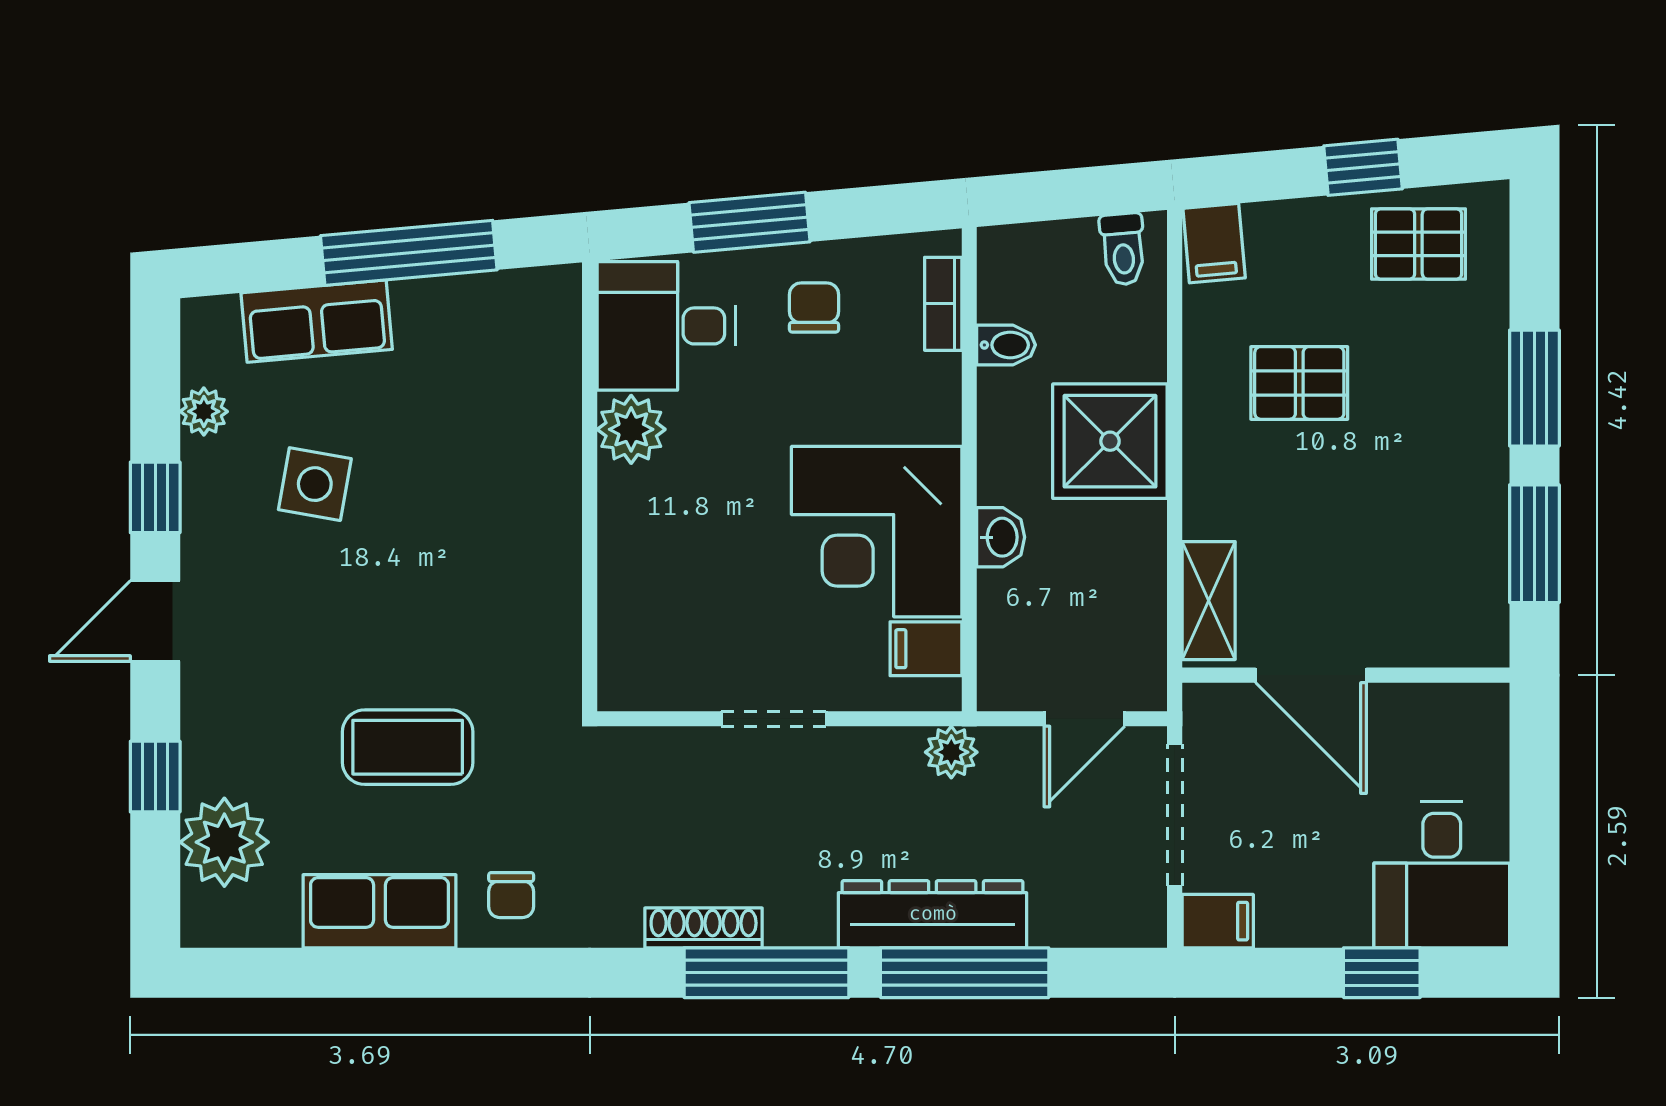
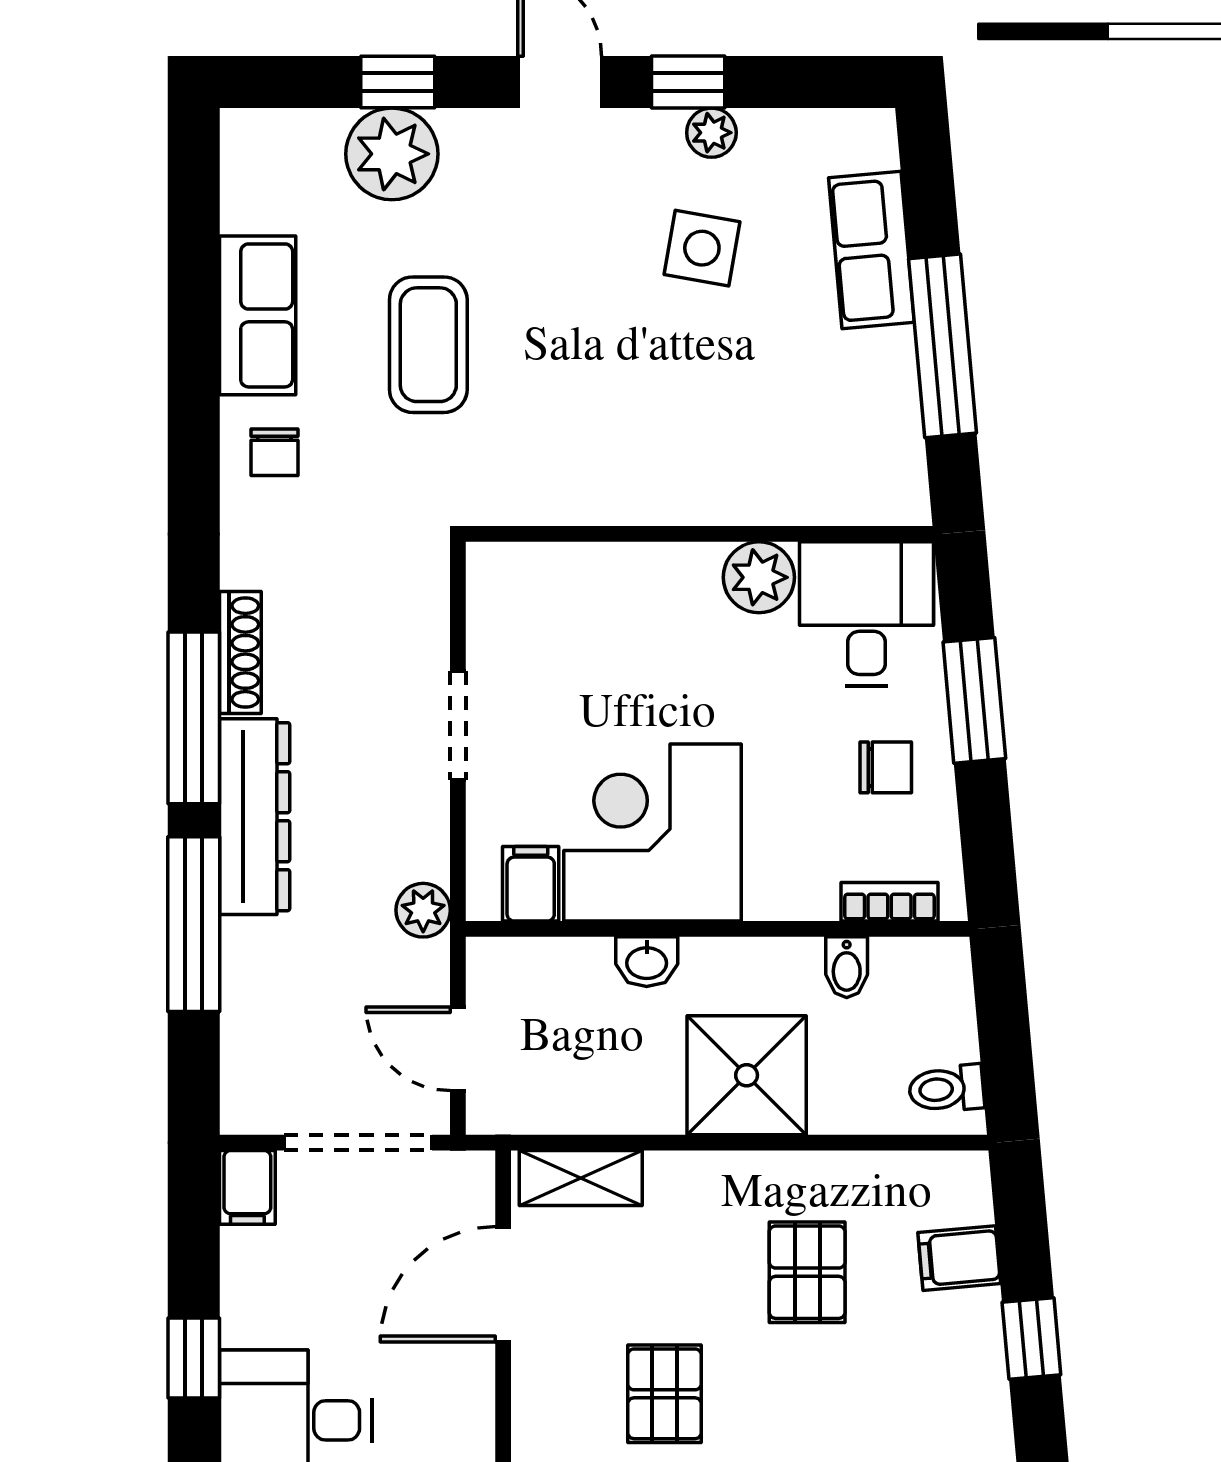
filing cabinet: (1214, 243) -> (959, 1258), moved
pallet: (1418, 244) -> (664, 1394), moved
plant: (204, 411) -> (711, 133), moved
plant: (224, 842) -> (392, 154), moved
chair: (511, 895) -> (274, 452), turned -90
dresser: (933, 914) -> (255, 817), moved

